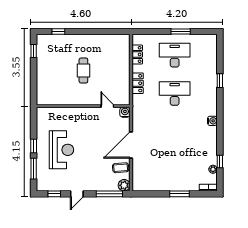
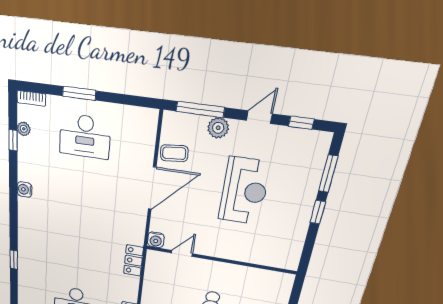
locker: (138, 83) -> (133, 261), moved
desk: (175, 94) -> (85, 136), moved
door: (107, 106) -> (182, 253), swing flipped
water cooler: (212, 121) -> (24, 189), moved
reception desk: (61, 150) -> (244, 191), moved, turned 180
plant: (124, 185) -> (218, 128), moved

